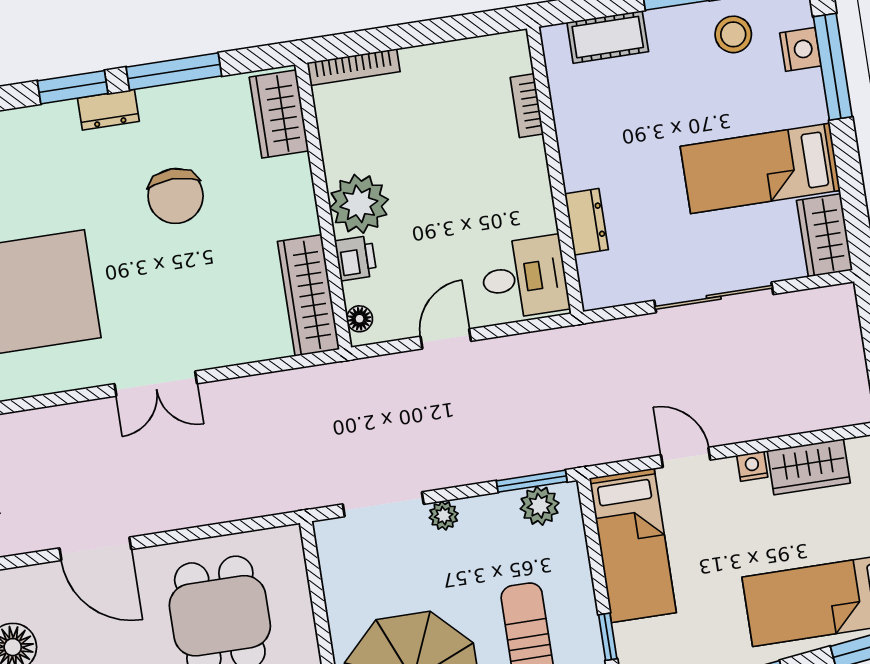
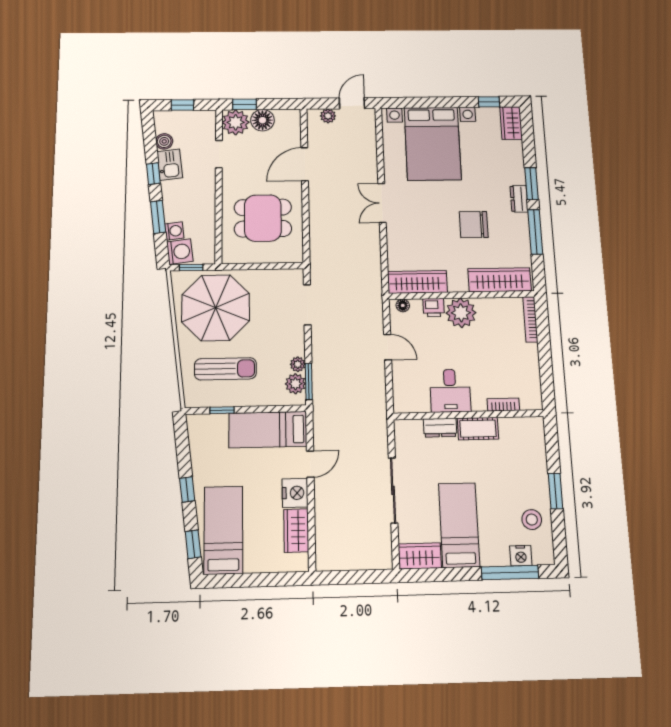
cot: (608, 37) -> (478, 429), moved, turned 90
wardrobe: (279, 114) -> (500, 280), width x1.50
desk: (524, 277) -> (450, 391), moved
nightstand: (752, 466) -> (295, 493), width x1.89, depth x1.79
plant: (444, 516) -> (298, 364), moved

